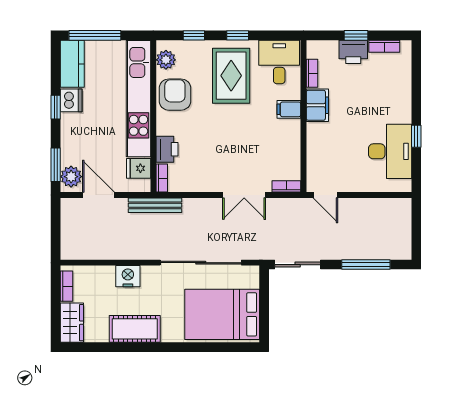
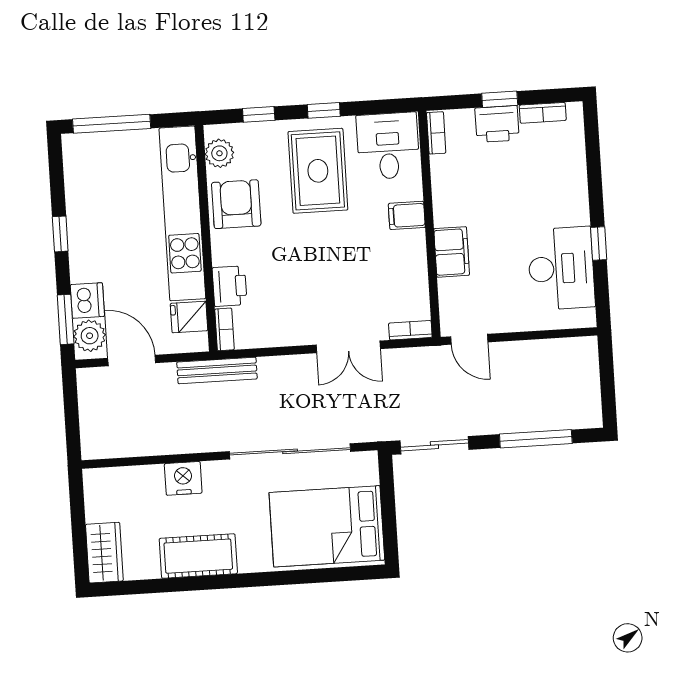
kitchen counter: (72, 64) -> (81, 168), removed
bookcase: (312, 73) -> (436, 133), moved
dishwasher: (71, 100) -> (87, 300), moved
filing cabinet: (317, 105) -> (452, 252), moved
bookcase: (66, 286) -> (93, 499), removed

